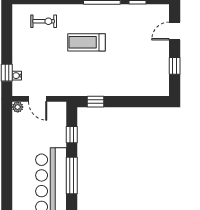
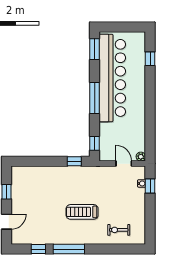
treadmill: (86, 42) -> (82, 212), turned 180
window: (72, 135) -> (95, 143), moved

